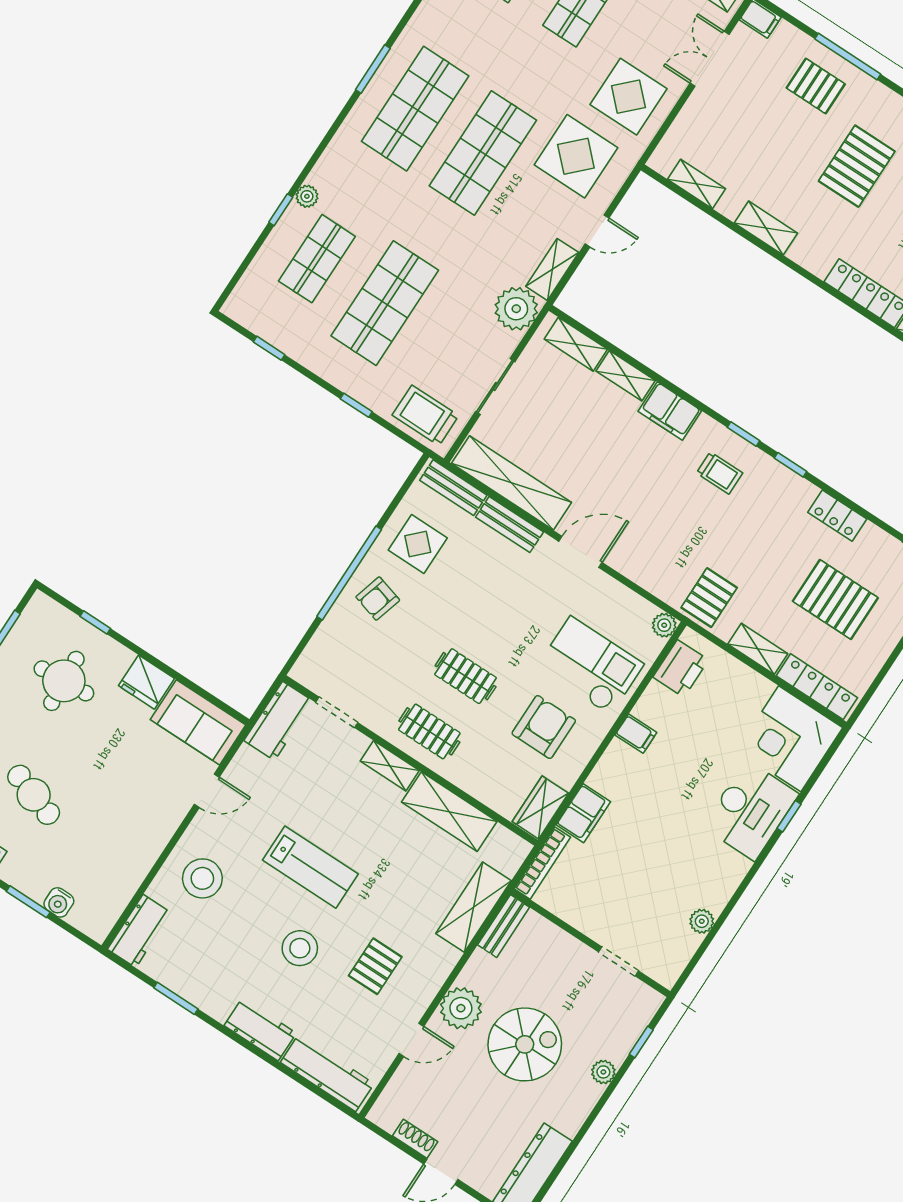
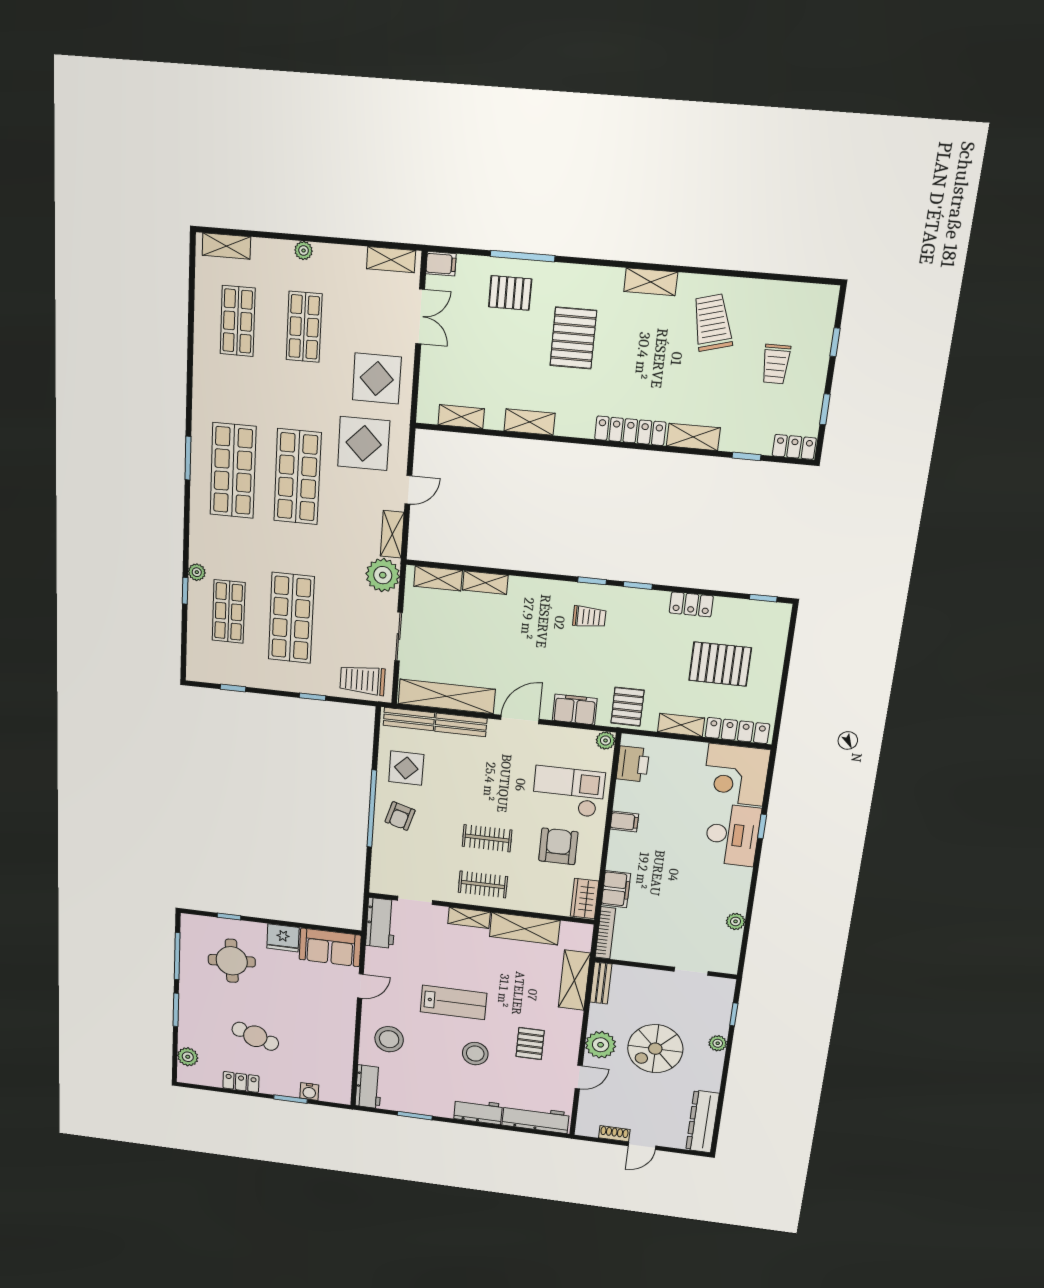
double door: (710, 59) -> (420, 316), swing flipped
filing cabinet: (670, 411) -> (575, 709), moved, turned 180
spiral stairs: (525, 1044) -> (655, 1049), turned 180

